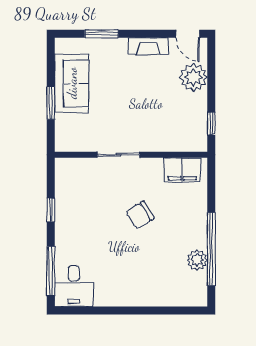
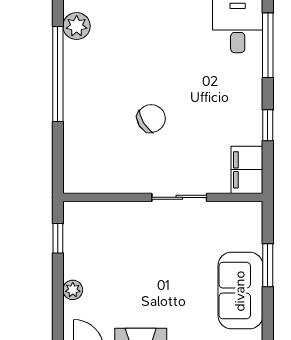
plant: (193, 77) -> (73, 290), width x0.53, depth x0.53
filing cabinet: (182, 170) -> (247, 170), moved, turned -90
plant: (197, 260) -> (77, 26), moved

